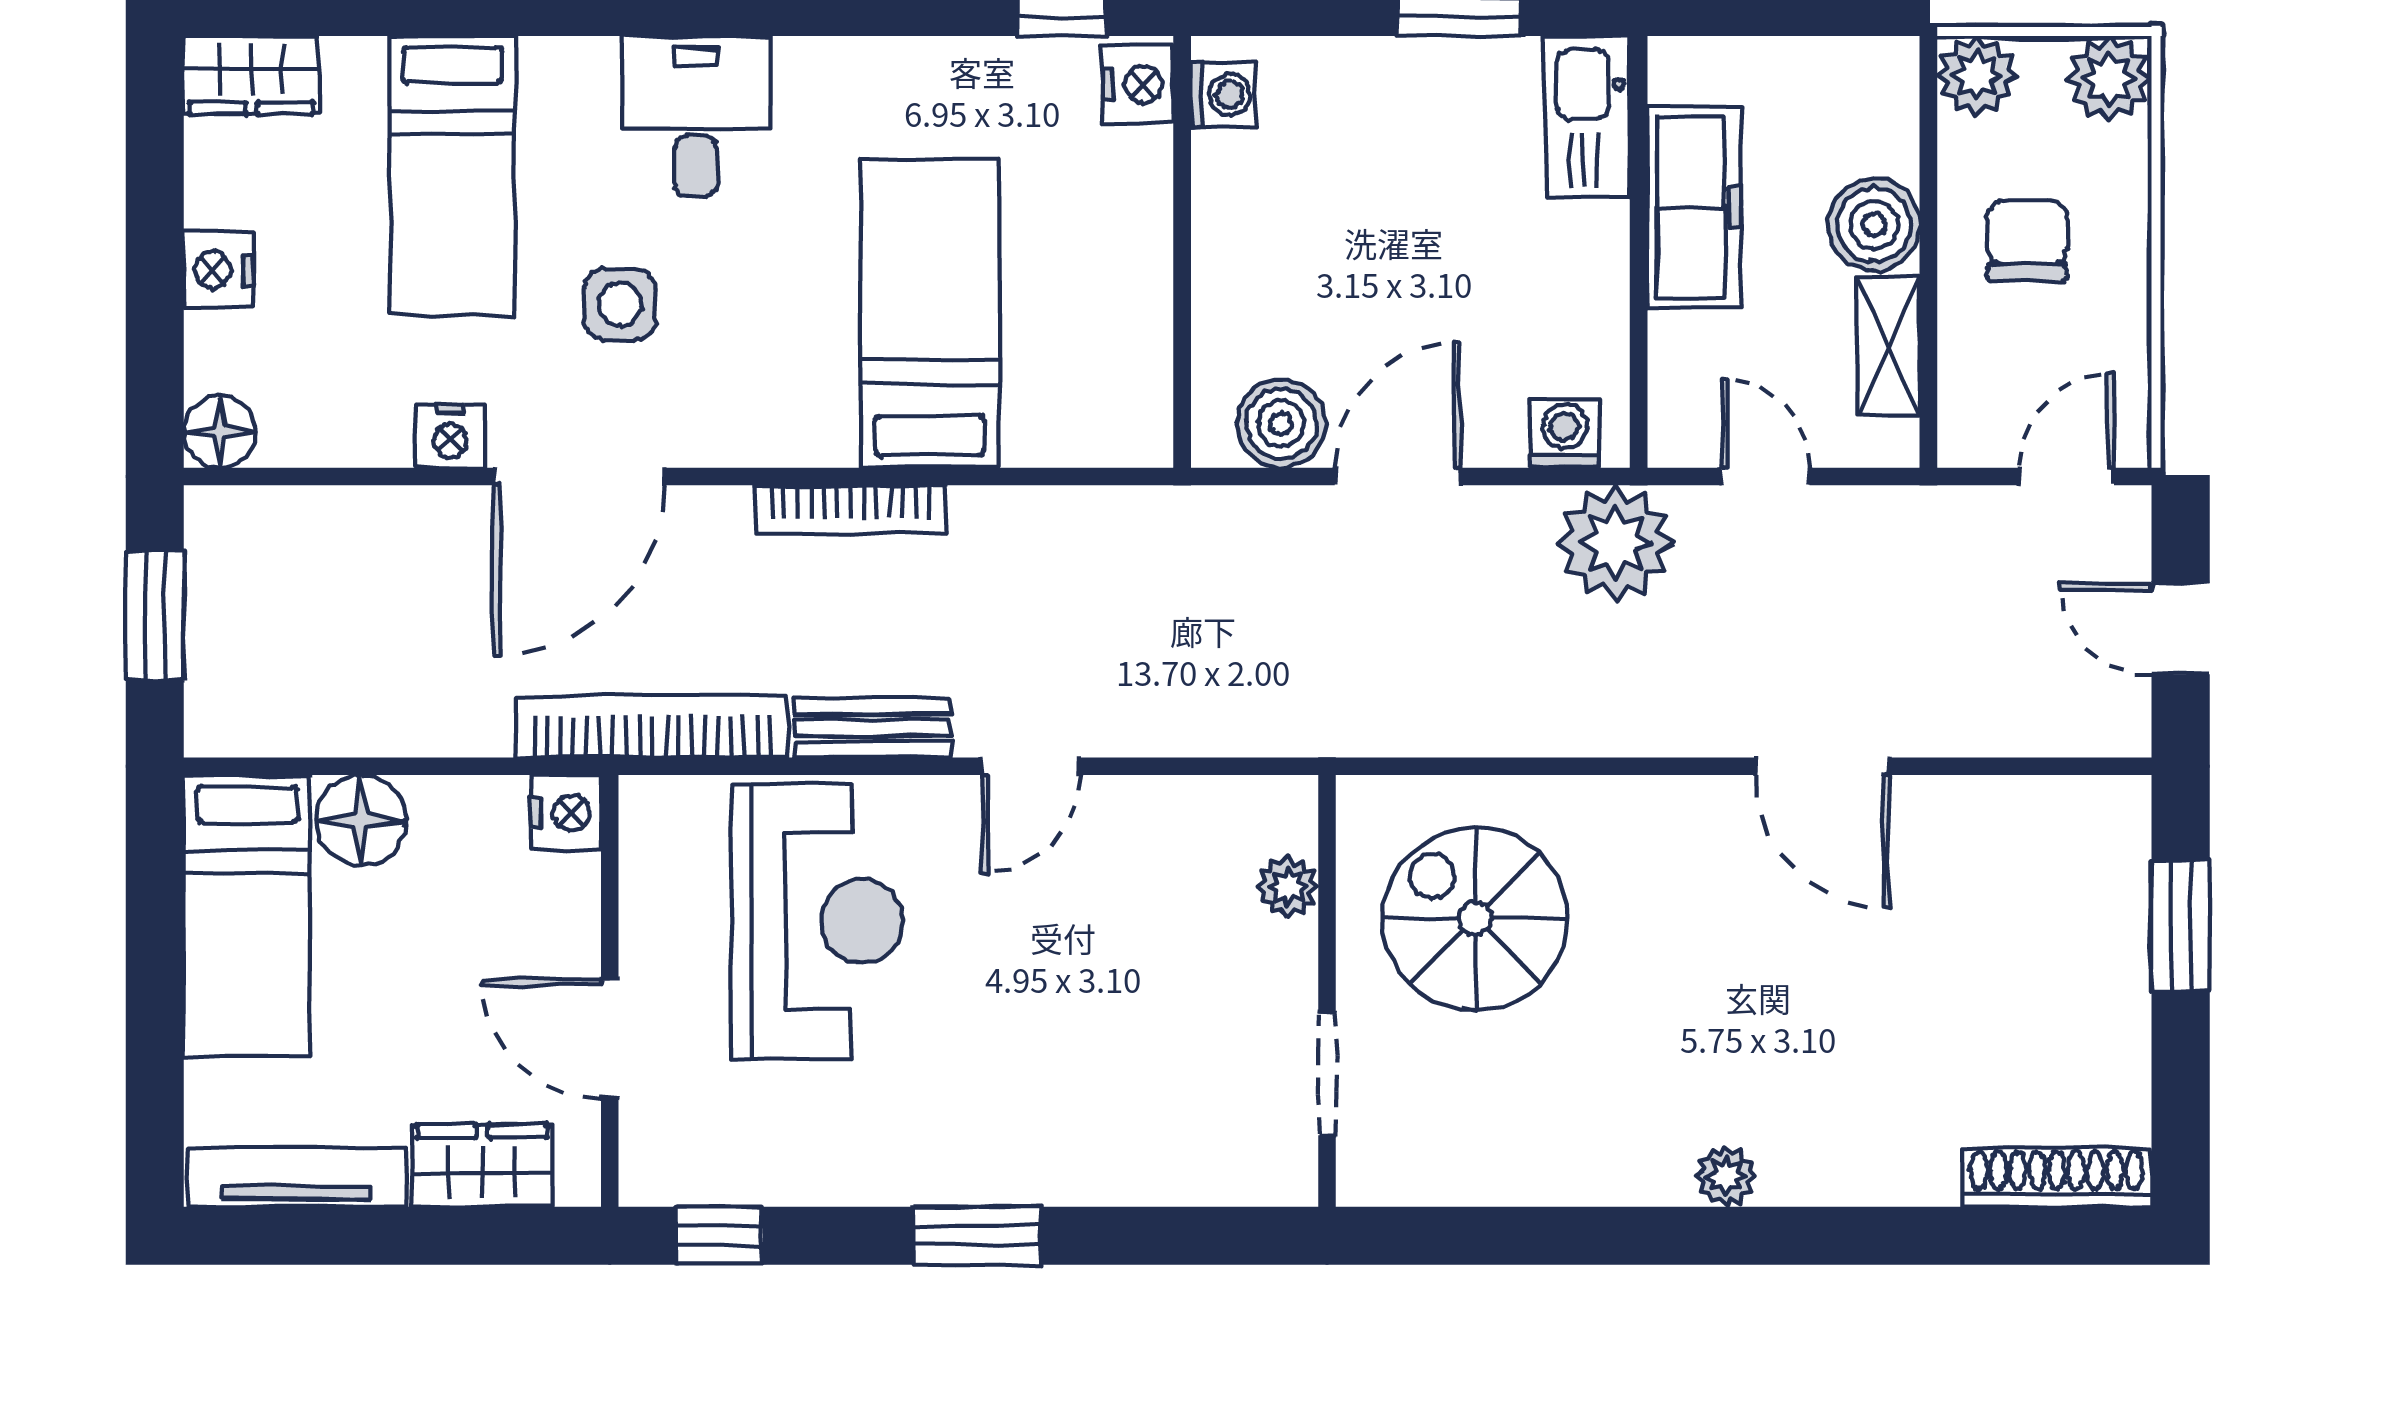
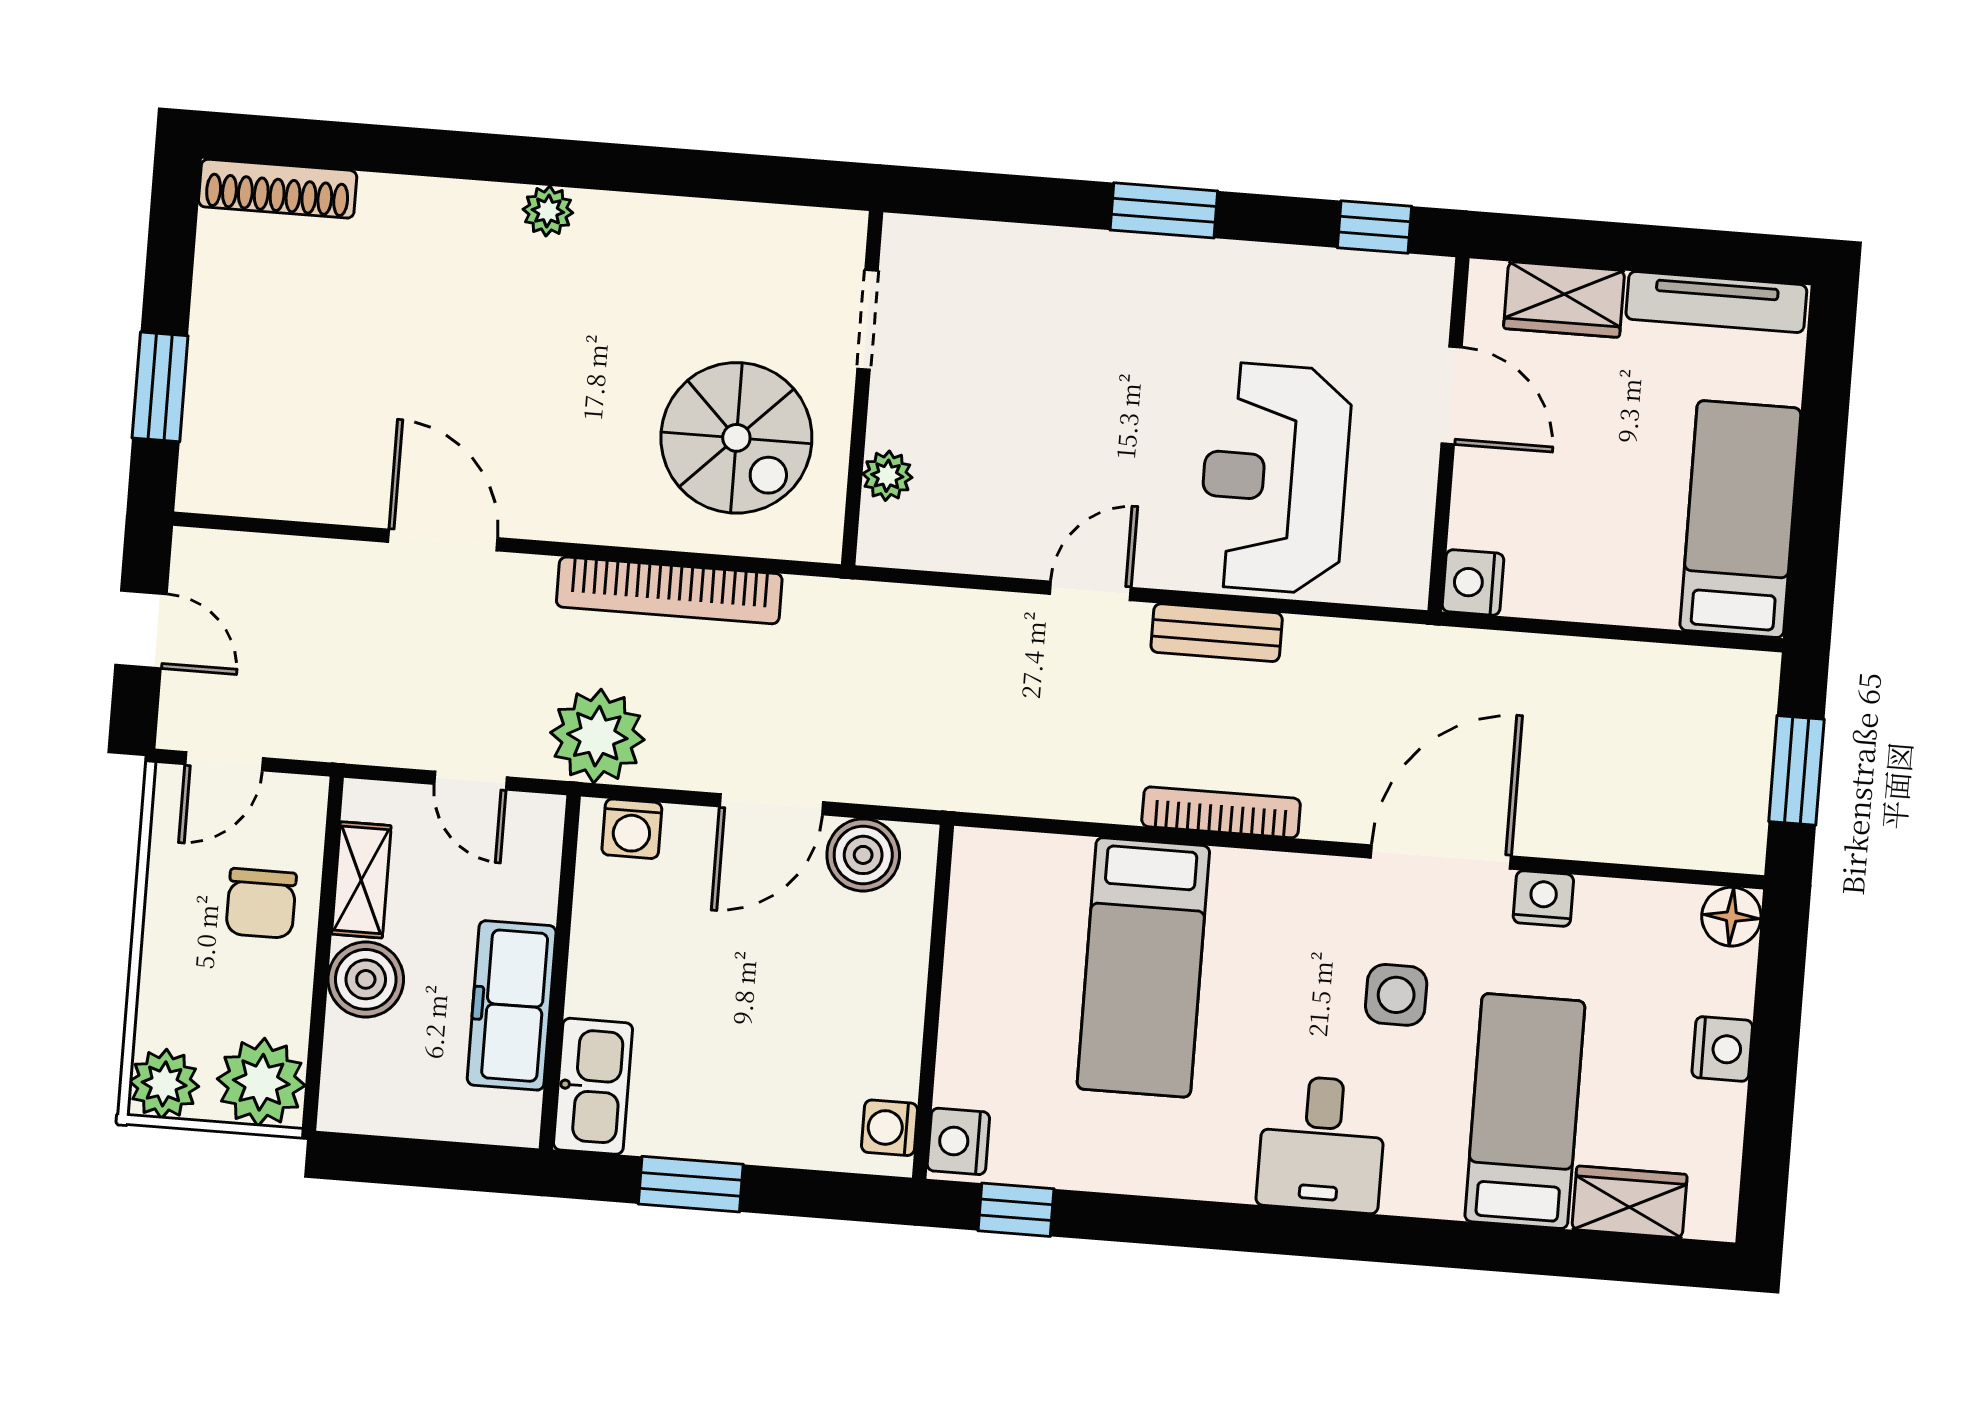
wardrobe: (251, 75) -> (1630, 1202), moved
plant: (1977, 75) -> (261, 1082), width x1.36, depth x1.36
chair: (2027, 240) -> (261, 903), moved
bookcase: (652, 727) -> (669, 590), moved
floor lamp: (361, 820) -> (1641, 590), removed

